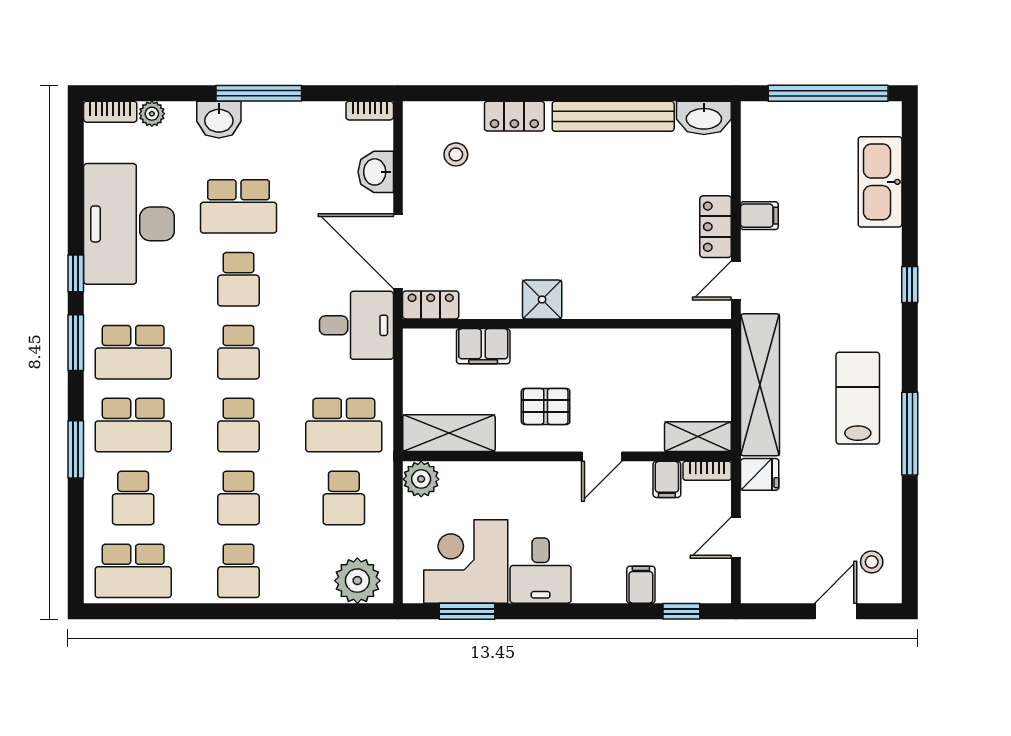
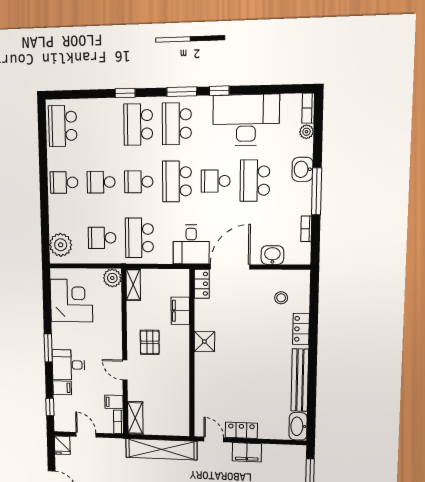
bookcase: (370, 111) -> (306, 229), moved
filing cabinet: (759, 216) -> (247, 452), width x2.00
school desk: (239, 352) -> (177, 181), width x1.85
shelving: (449, 433) -> (133, 285), width x0.67, depth x0.75
window: (76, 449) -> (125, 93), width x0.67
fridge: (760, 474) -> (62, 445), moved
school desk: (133, 498) -> (100, 125), removed
desk: (541, 571) -> (68, 365), moved
window: (467, 611) -> (48, 348), moved

